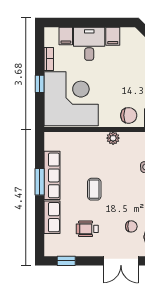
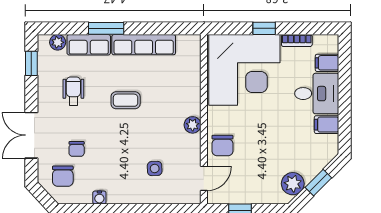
window: (40, 182) -> (106, 28), moved
plant: (50, 241) -> (58, 42), added

